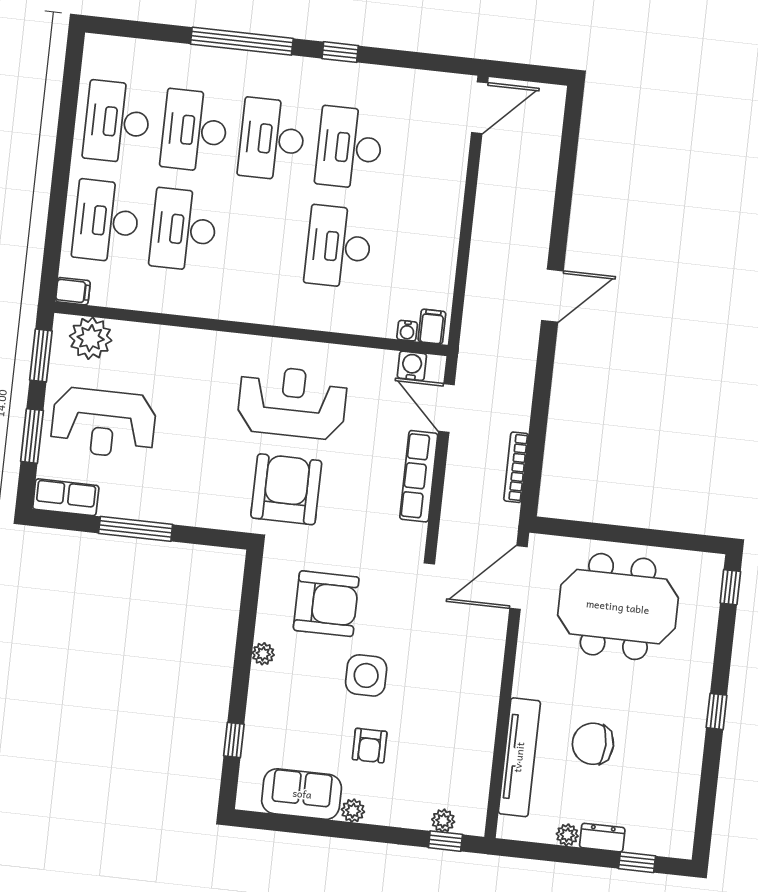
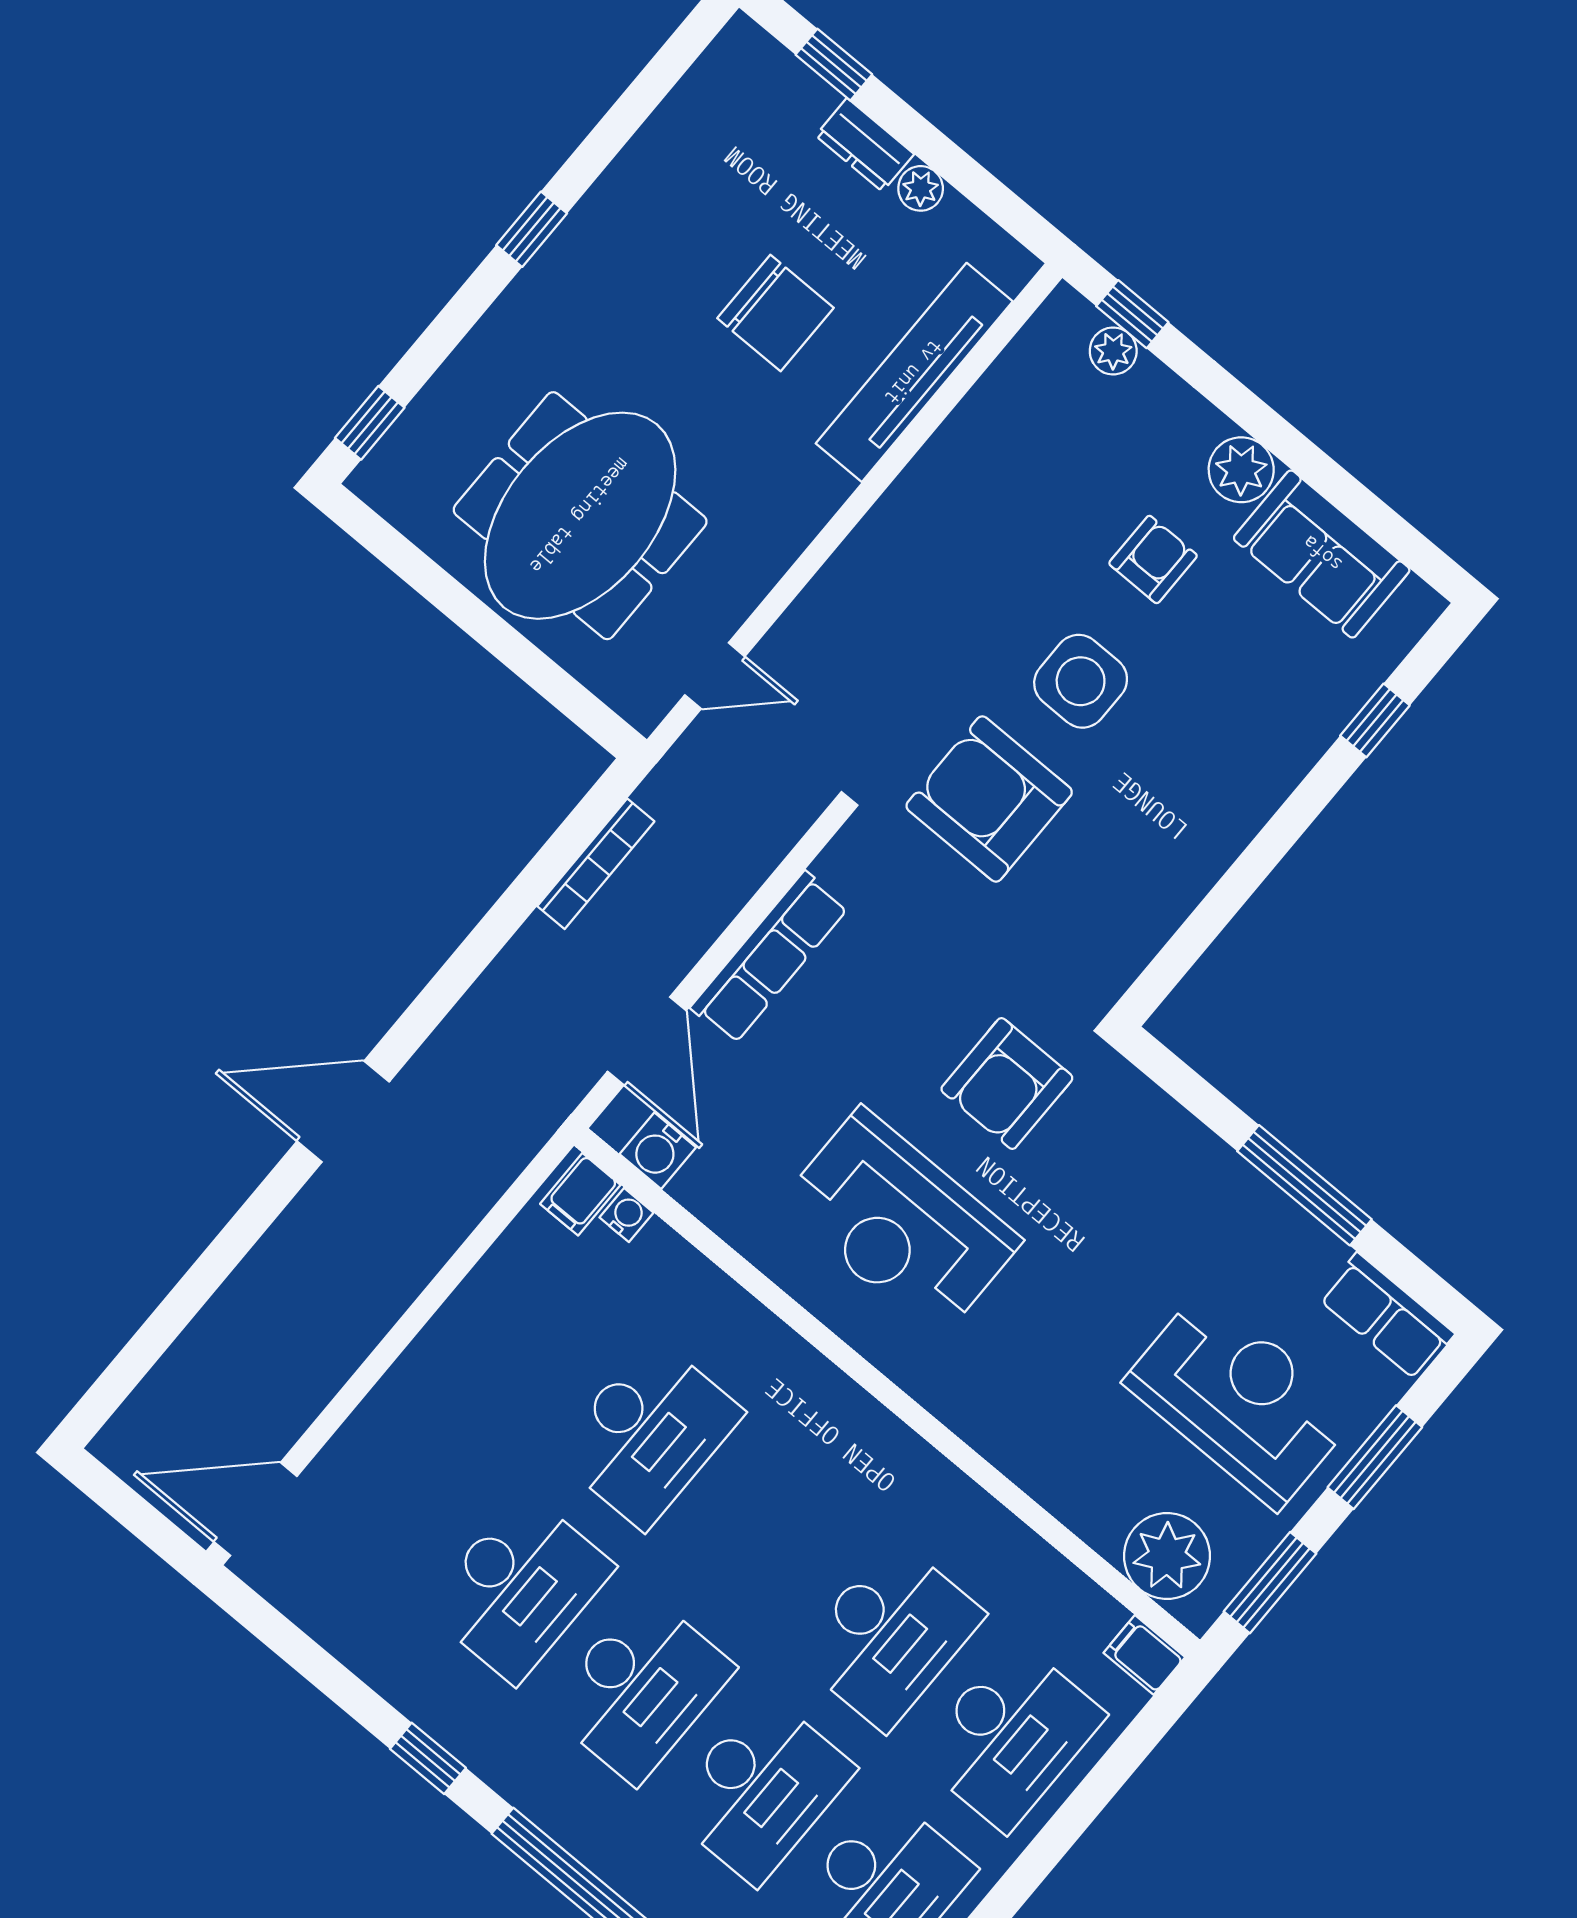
armchair: (286, 489) -> (1007, 1083), width x0.73, depth x0.73
door: (519, 577) -> (715, 676), width x0.53
armchair: (326, 604) -> (989, 799), moved
meeting table: (618, 607) -> (580, 516), turned 90
plant: (263, 654) -> (1229, 833), removed
plant: (353, 811) -> (1241, 470), width x1.38, depth x1.38

